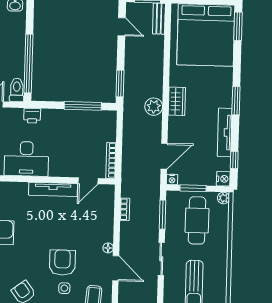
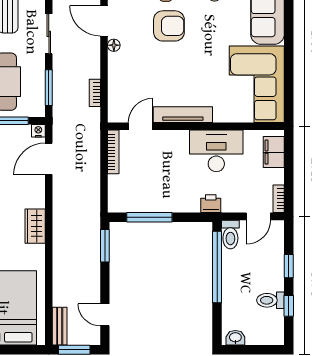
plant: (154, 107) -> (63, 219), removed
armchair: (62, 262) -> (169, 26), turned -90

